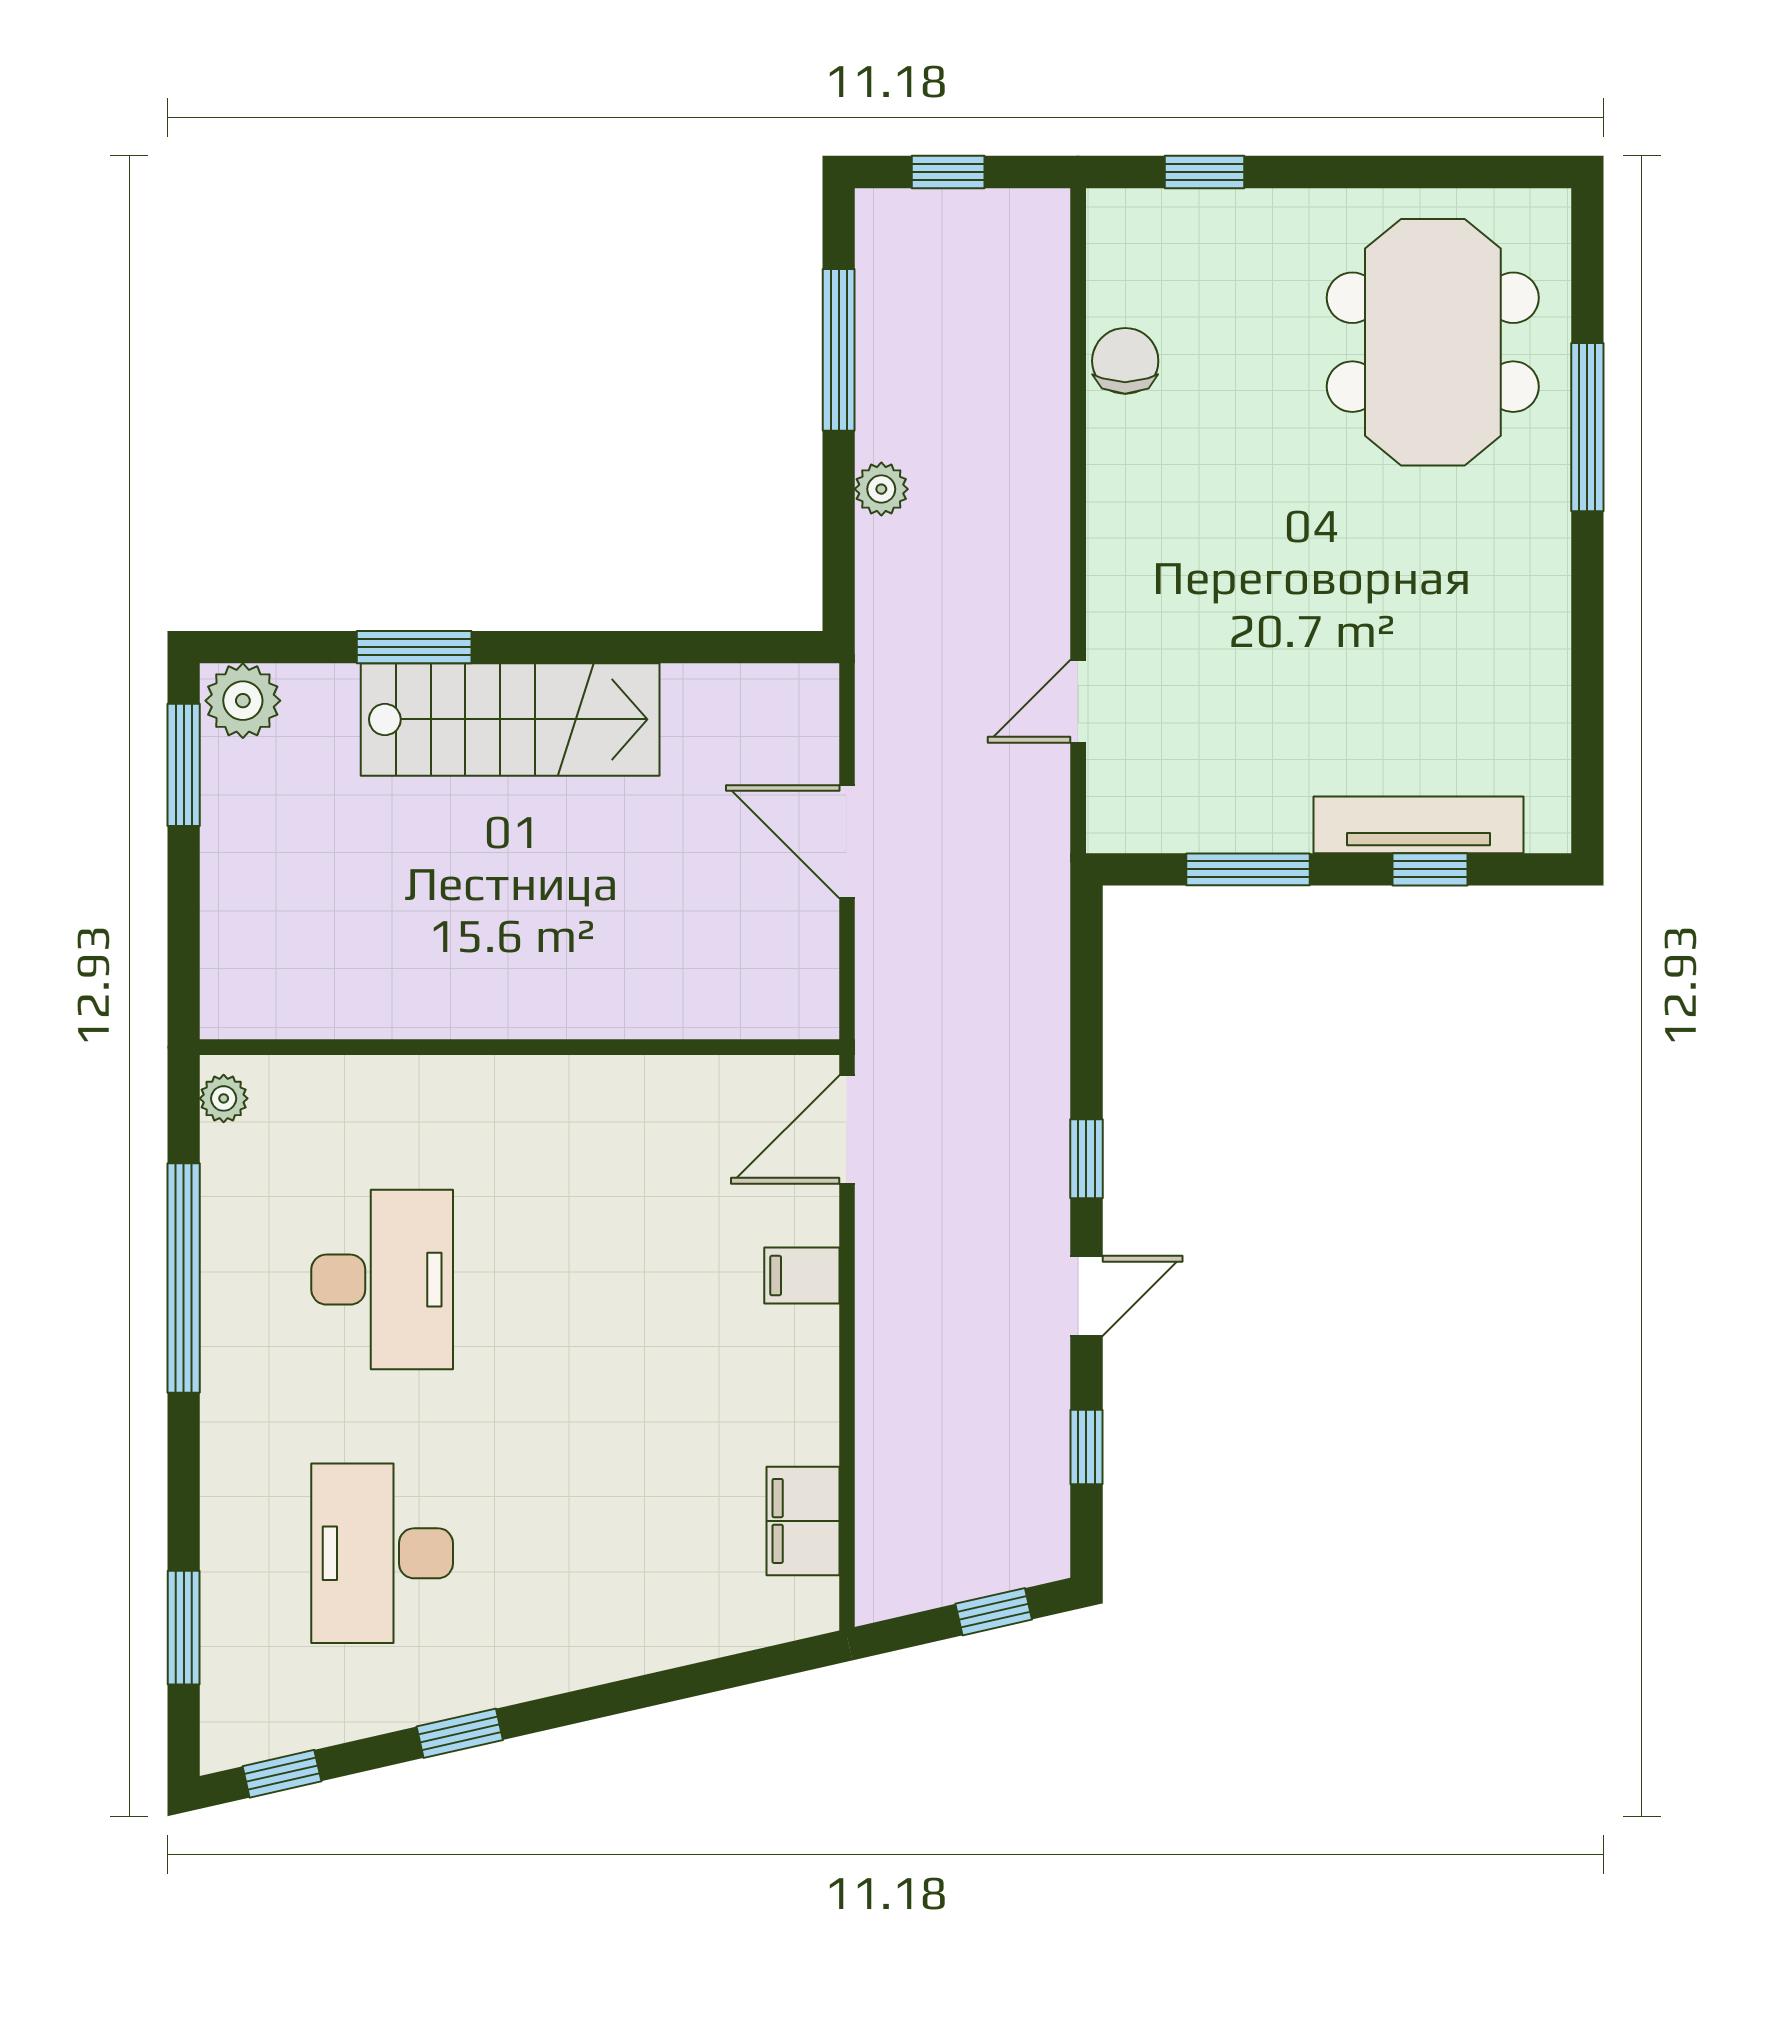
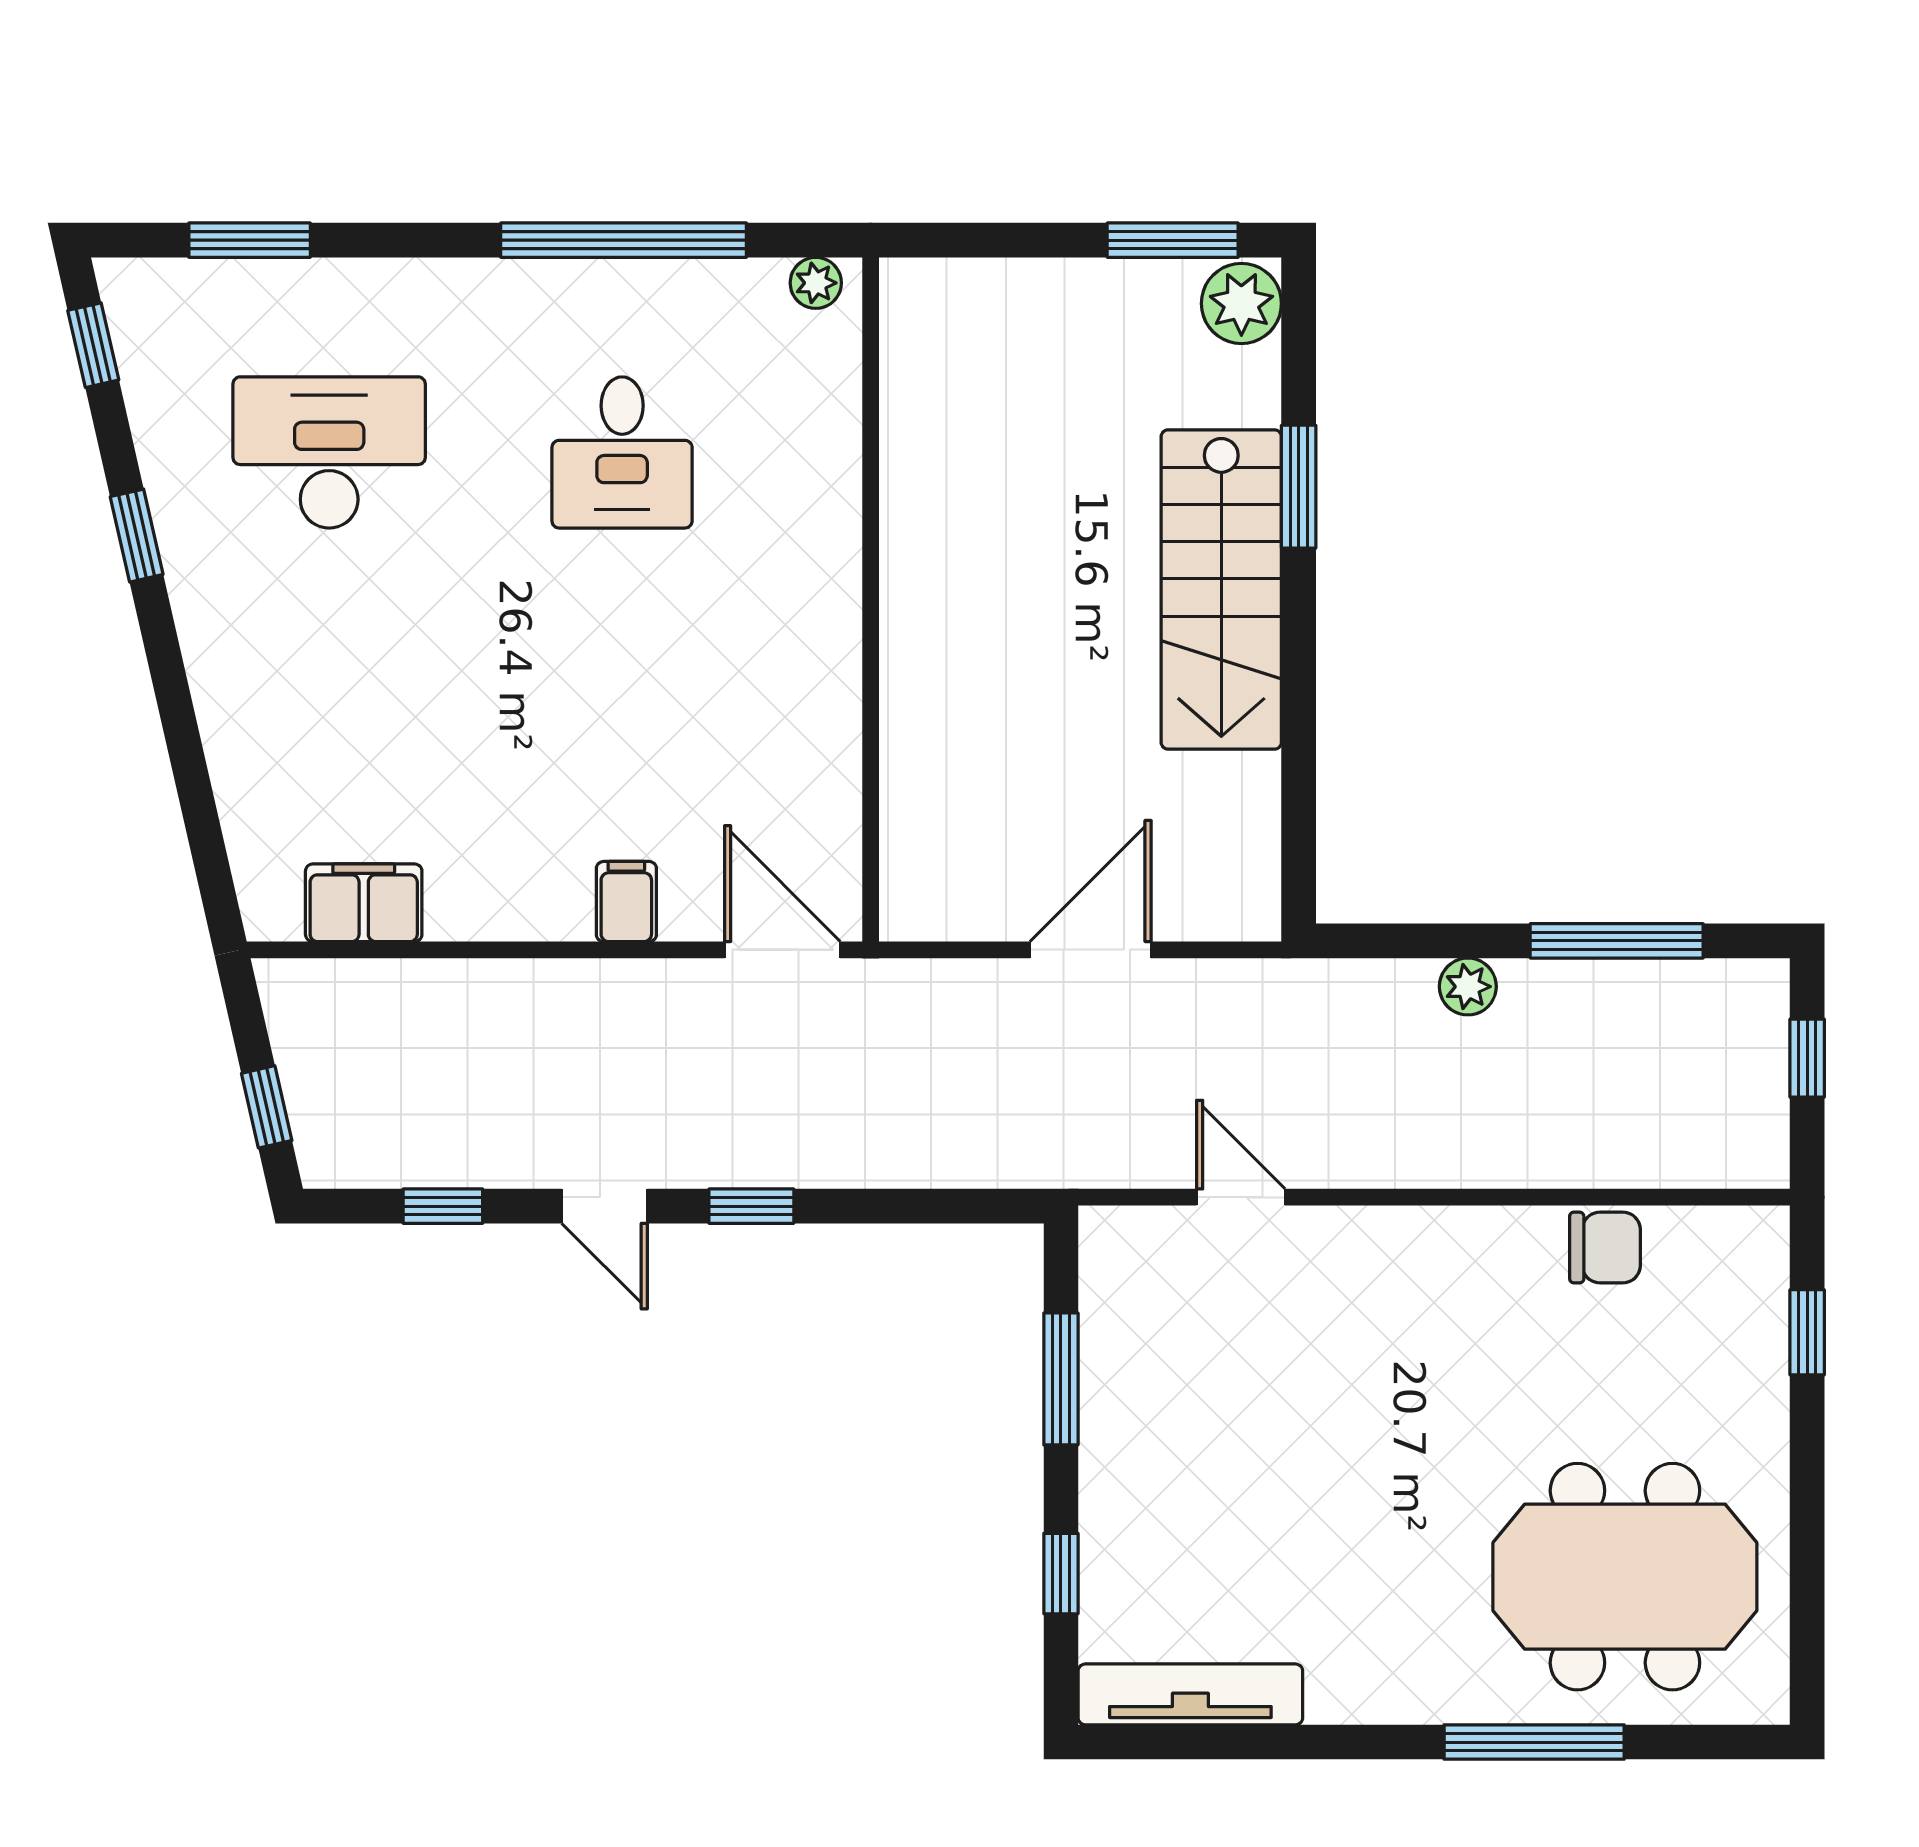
tv unit: (1418, 825) -> (1190, 1694), moved, turned -90
desk: (382, 1280) -> (622, 452), width x0.73

